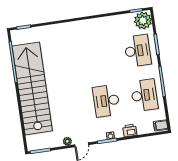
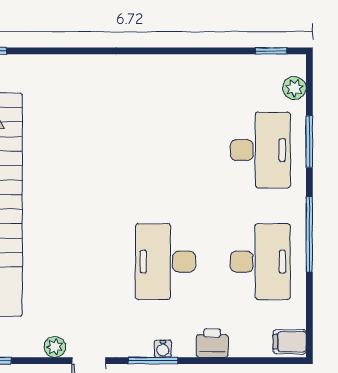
plant: (143, 21) -> (294, 88), width x0.53, depth x0.53

